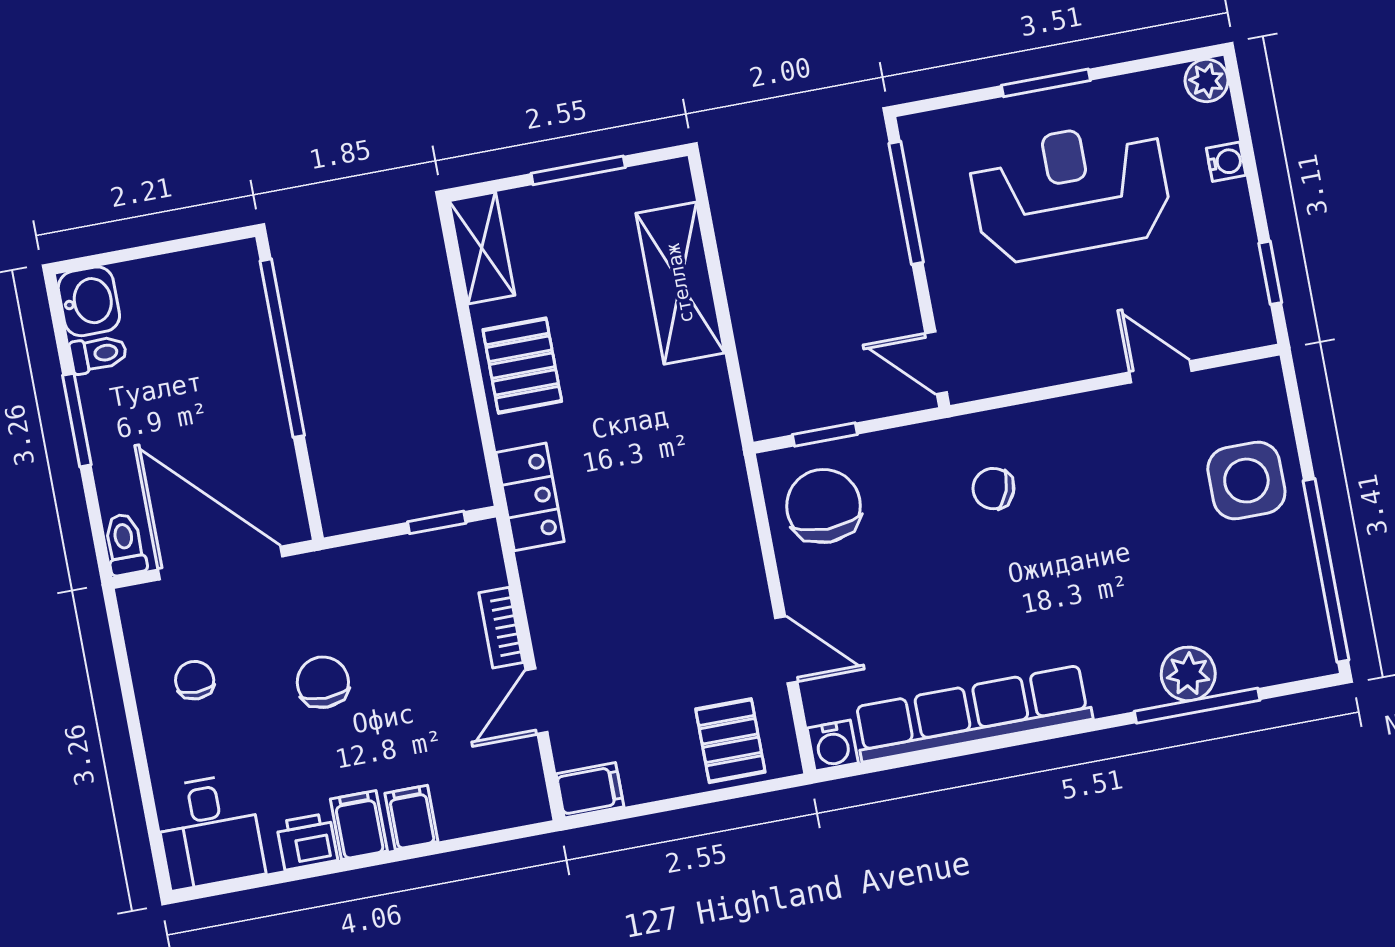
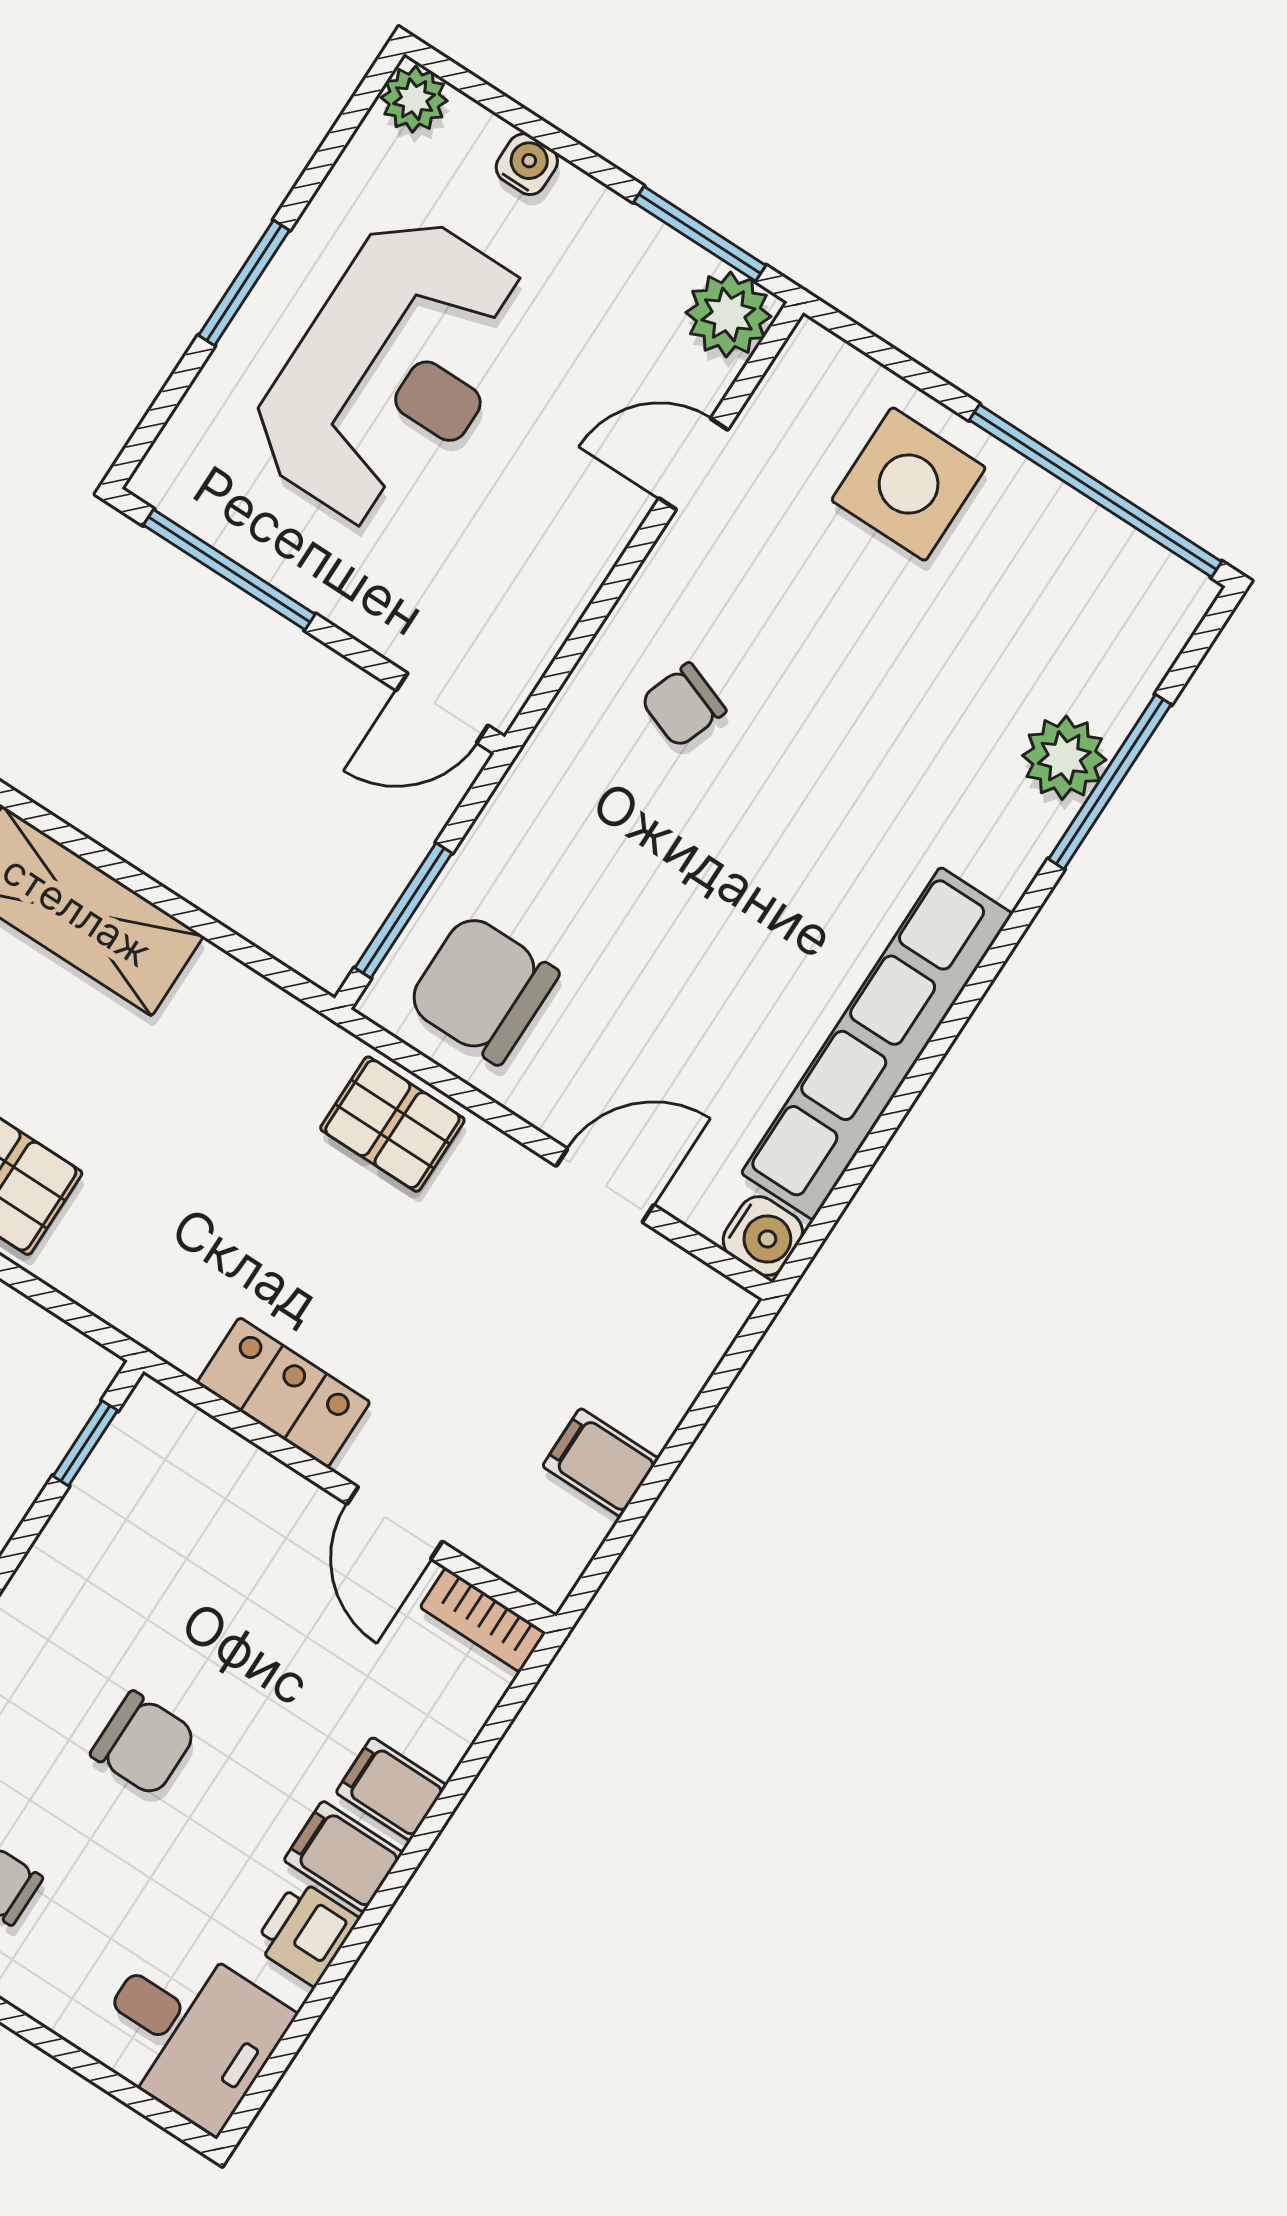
reception desk: (1070, 191) -> (393, 372), turned 180
window: (1270, 273) -> (700, 234), width x1.50
plant: (1245, 322) -> (728, 315), added
window: (825, 435) -> (403, 910), width x1.50
chair: (993, 489) -> (683, 705), moved
locker: (530, 497) -> (283, 1392), moved
bookcase: (501, 628) -> (483, 1620), moved
chair: (323, 682) -> (143, 1744), turned 180
pallet: (730, 741) -> (392, 1124), moved
filing cabinet: (590, 790) -> (601, 1462), moved, turned -90

